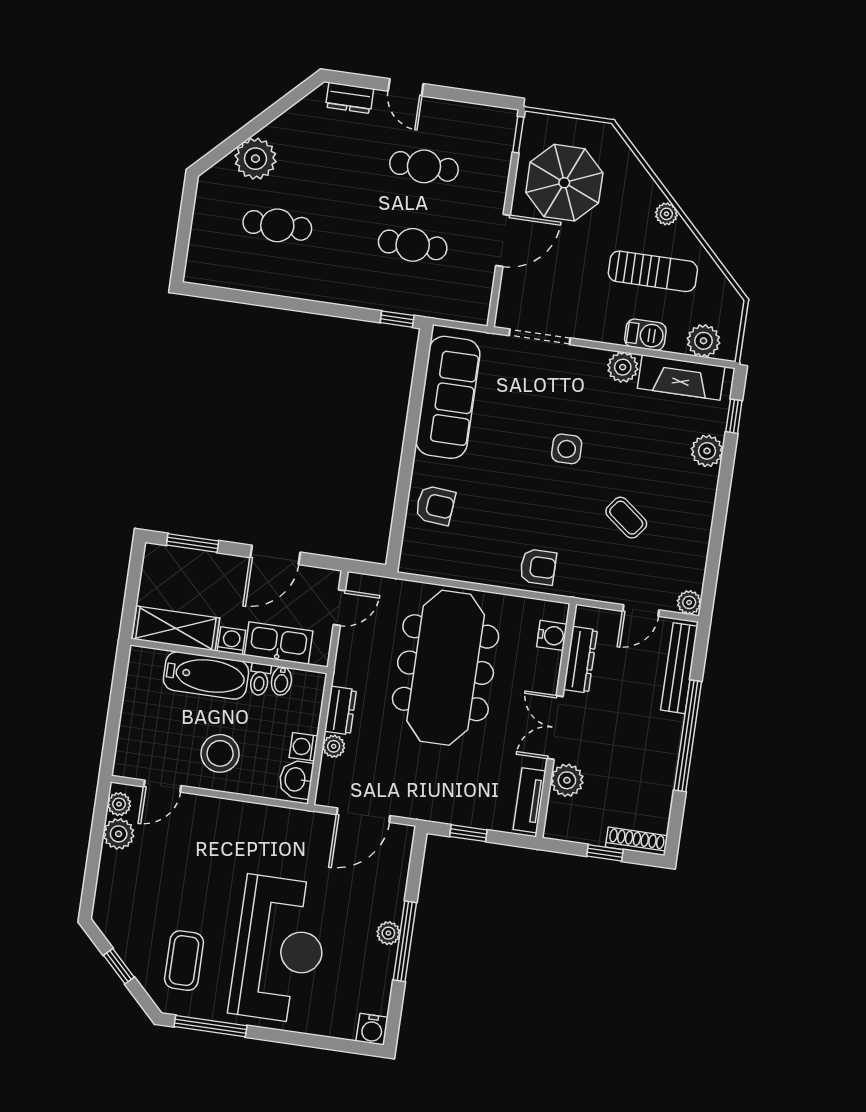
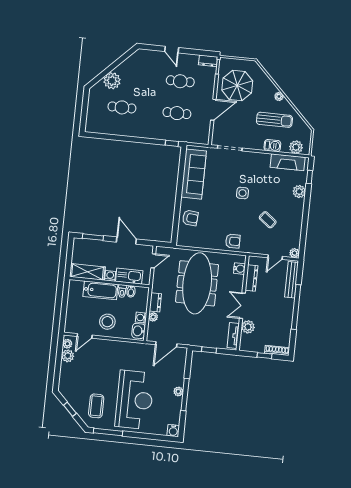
dresser: (350, 98) -> (208, 61), moved
plant: (623, 367) -> (264, 159), removed
door: (275, 555) -> (126, 241), swing flipped

